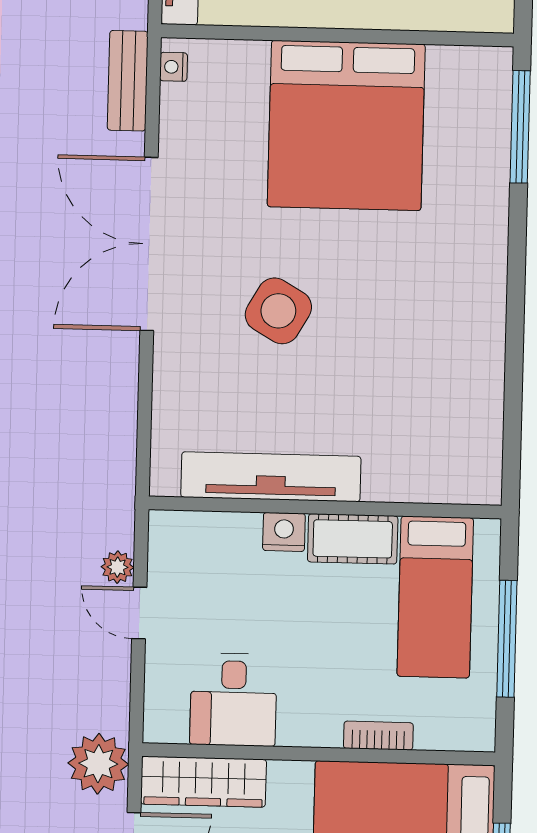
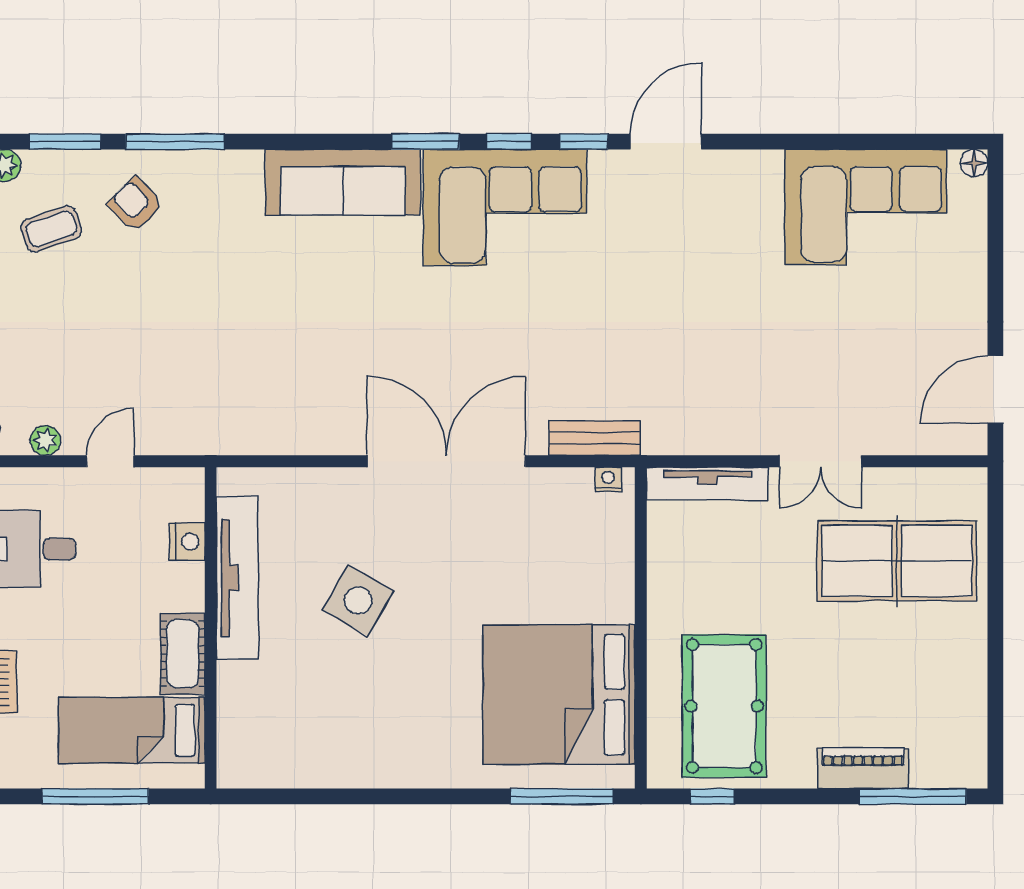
bed: (346, 125) -> (559, 695), moved
side table: (278, 311) -> (358, 600), moved
nightstand: (284, 532) -> (187, 541), moved
plant: (118, 567) -> (45, 440), moved

